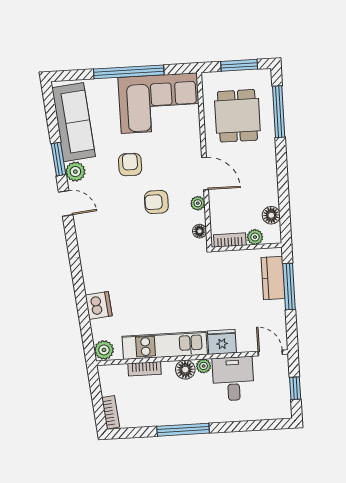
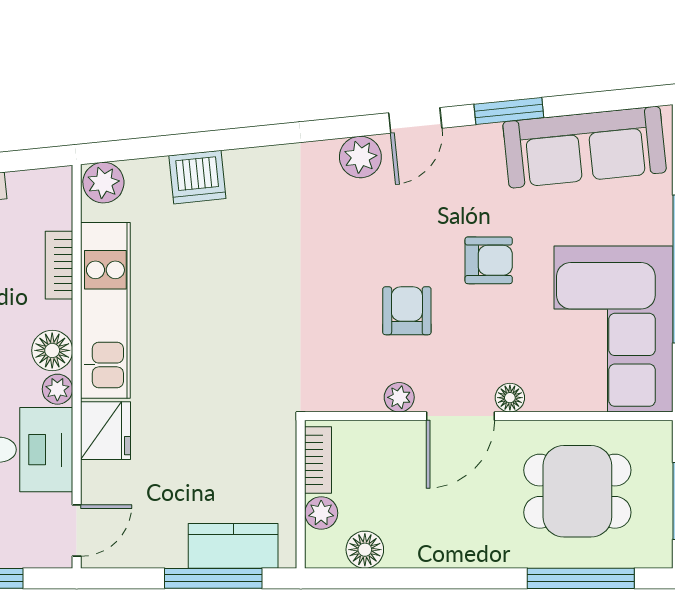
plant: (75, 172) -> (360, 157), moved
floor lamp: (200, 231) -> (510, 398), moved

